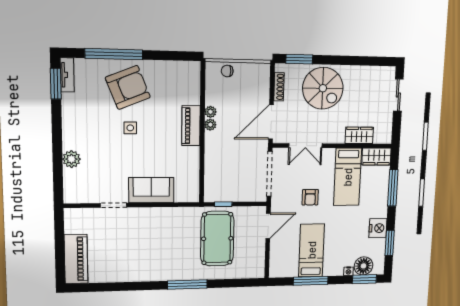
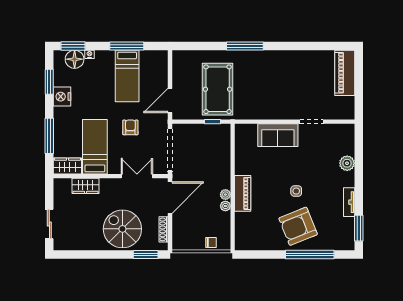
tv unit: (67, 75) -> (349, 202), moved

